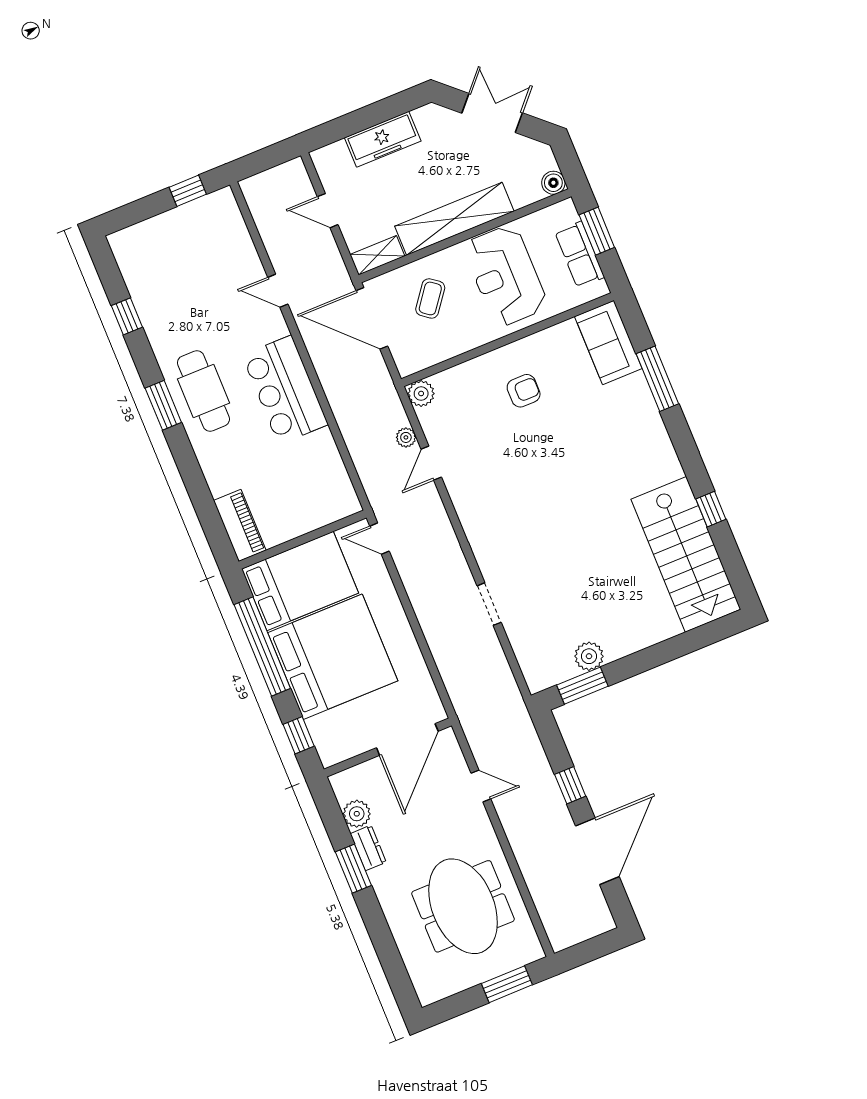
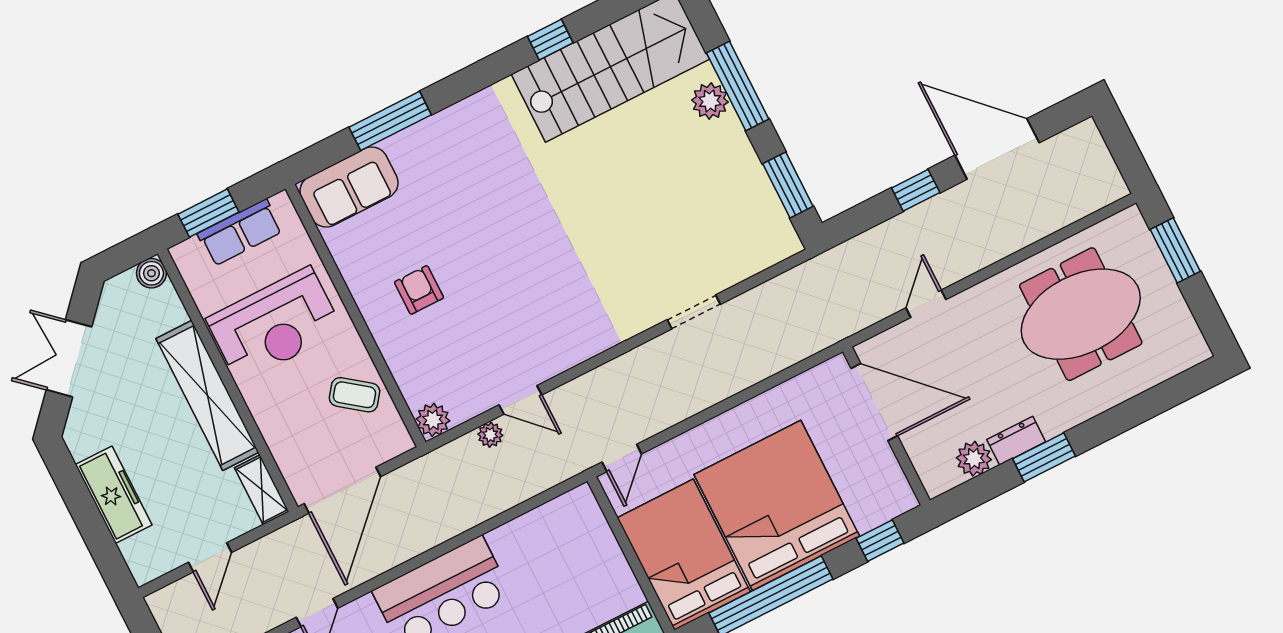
coffee table: (430, 298) -> (355, 395), moved
window: (663, 653) -> (738, 86), added
plant: (589, 656) -> (710, 101), moved

